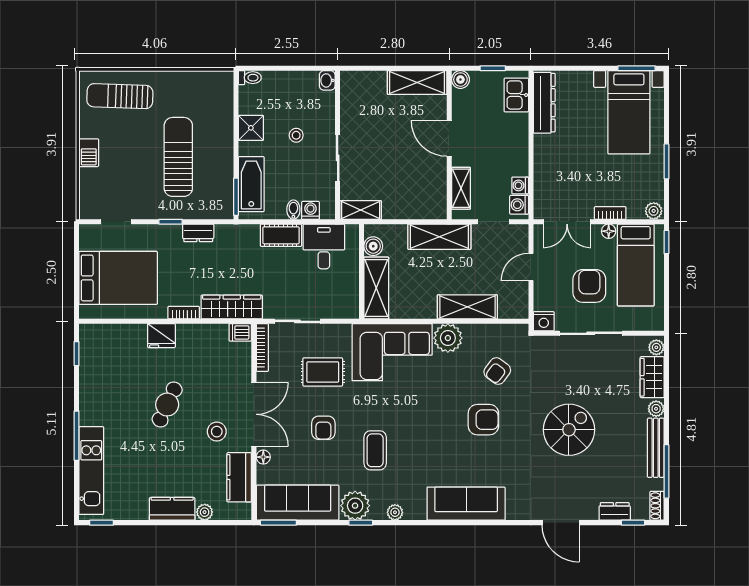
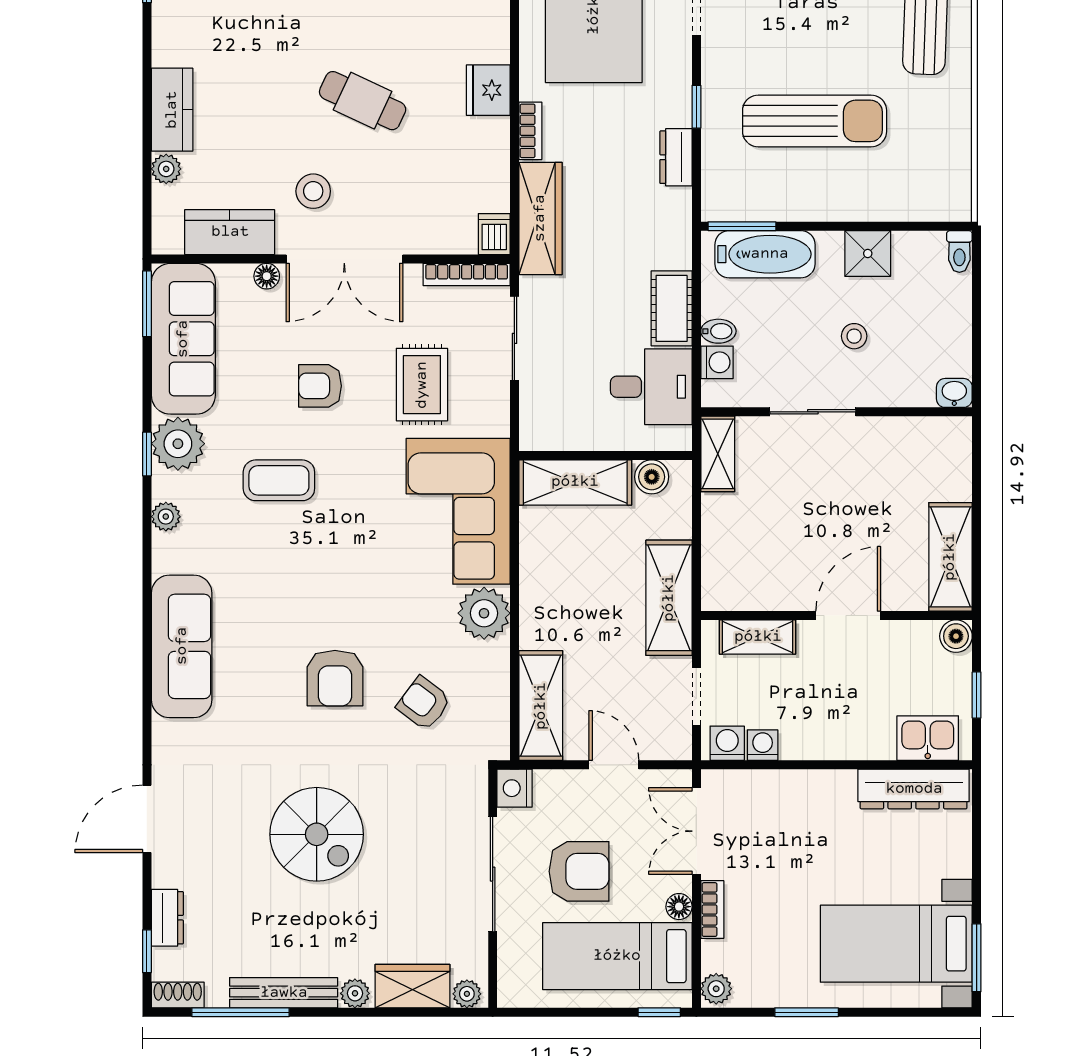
shelving: (467, 307) -> (541, 706), moved

